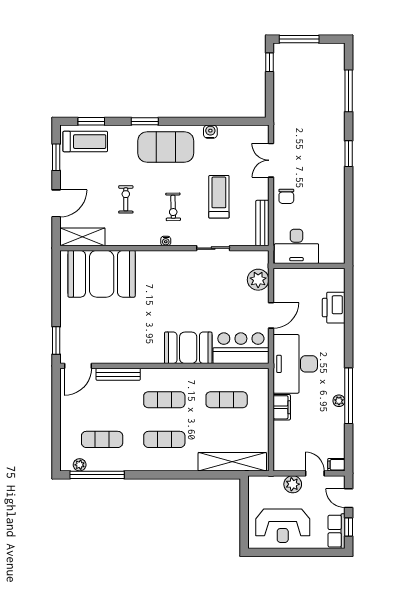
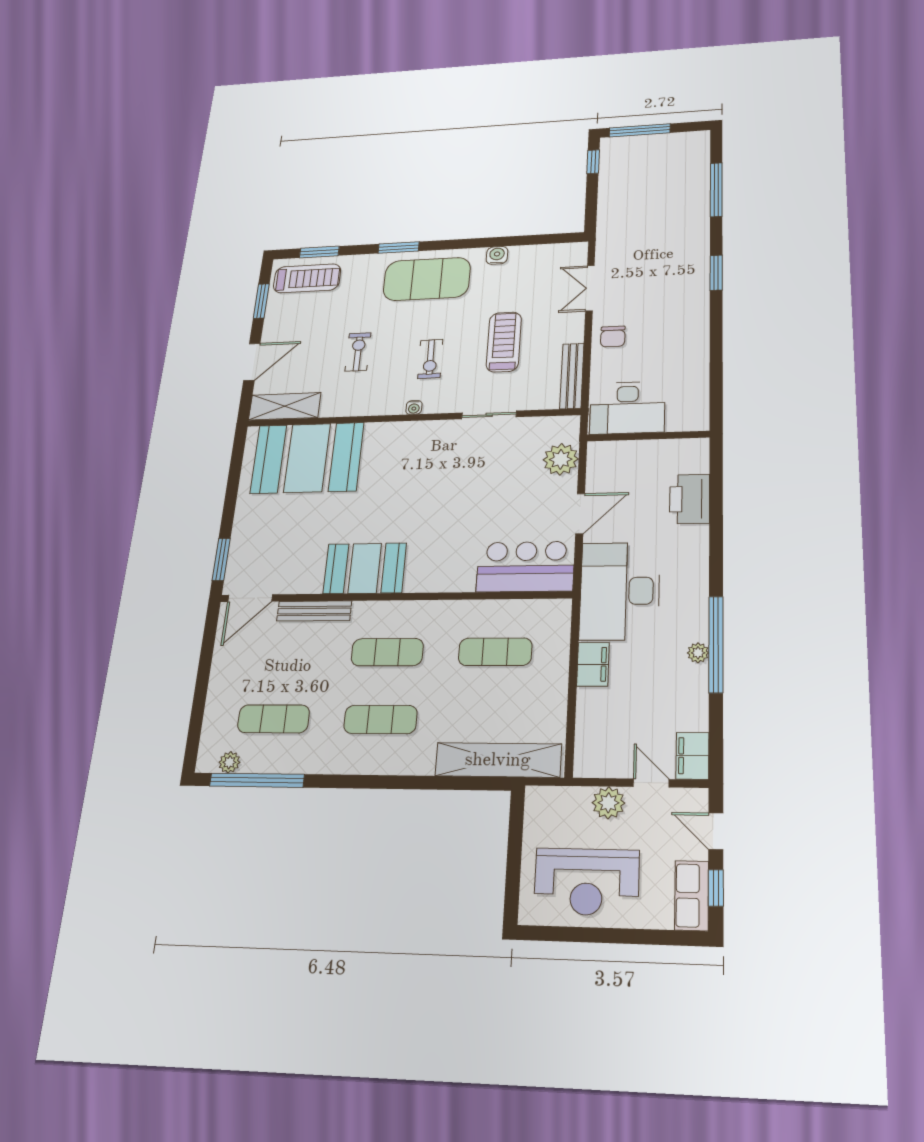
booth: (188, 348) -> (365, 568), moved
filing cabinet: (336, 465) -> (692, 756), width x2.00

